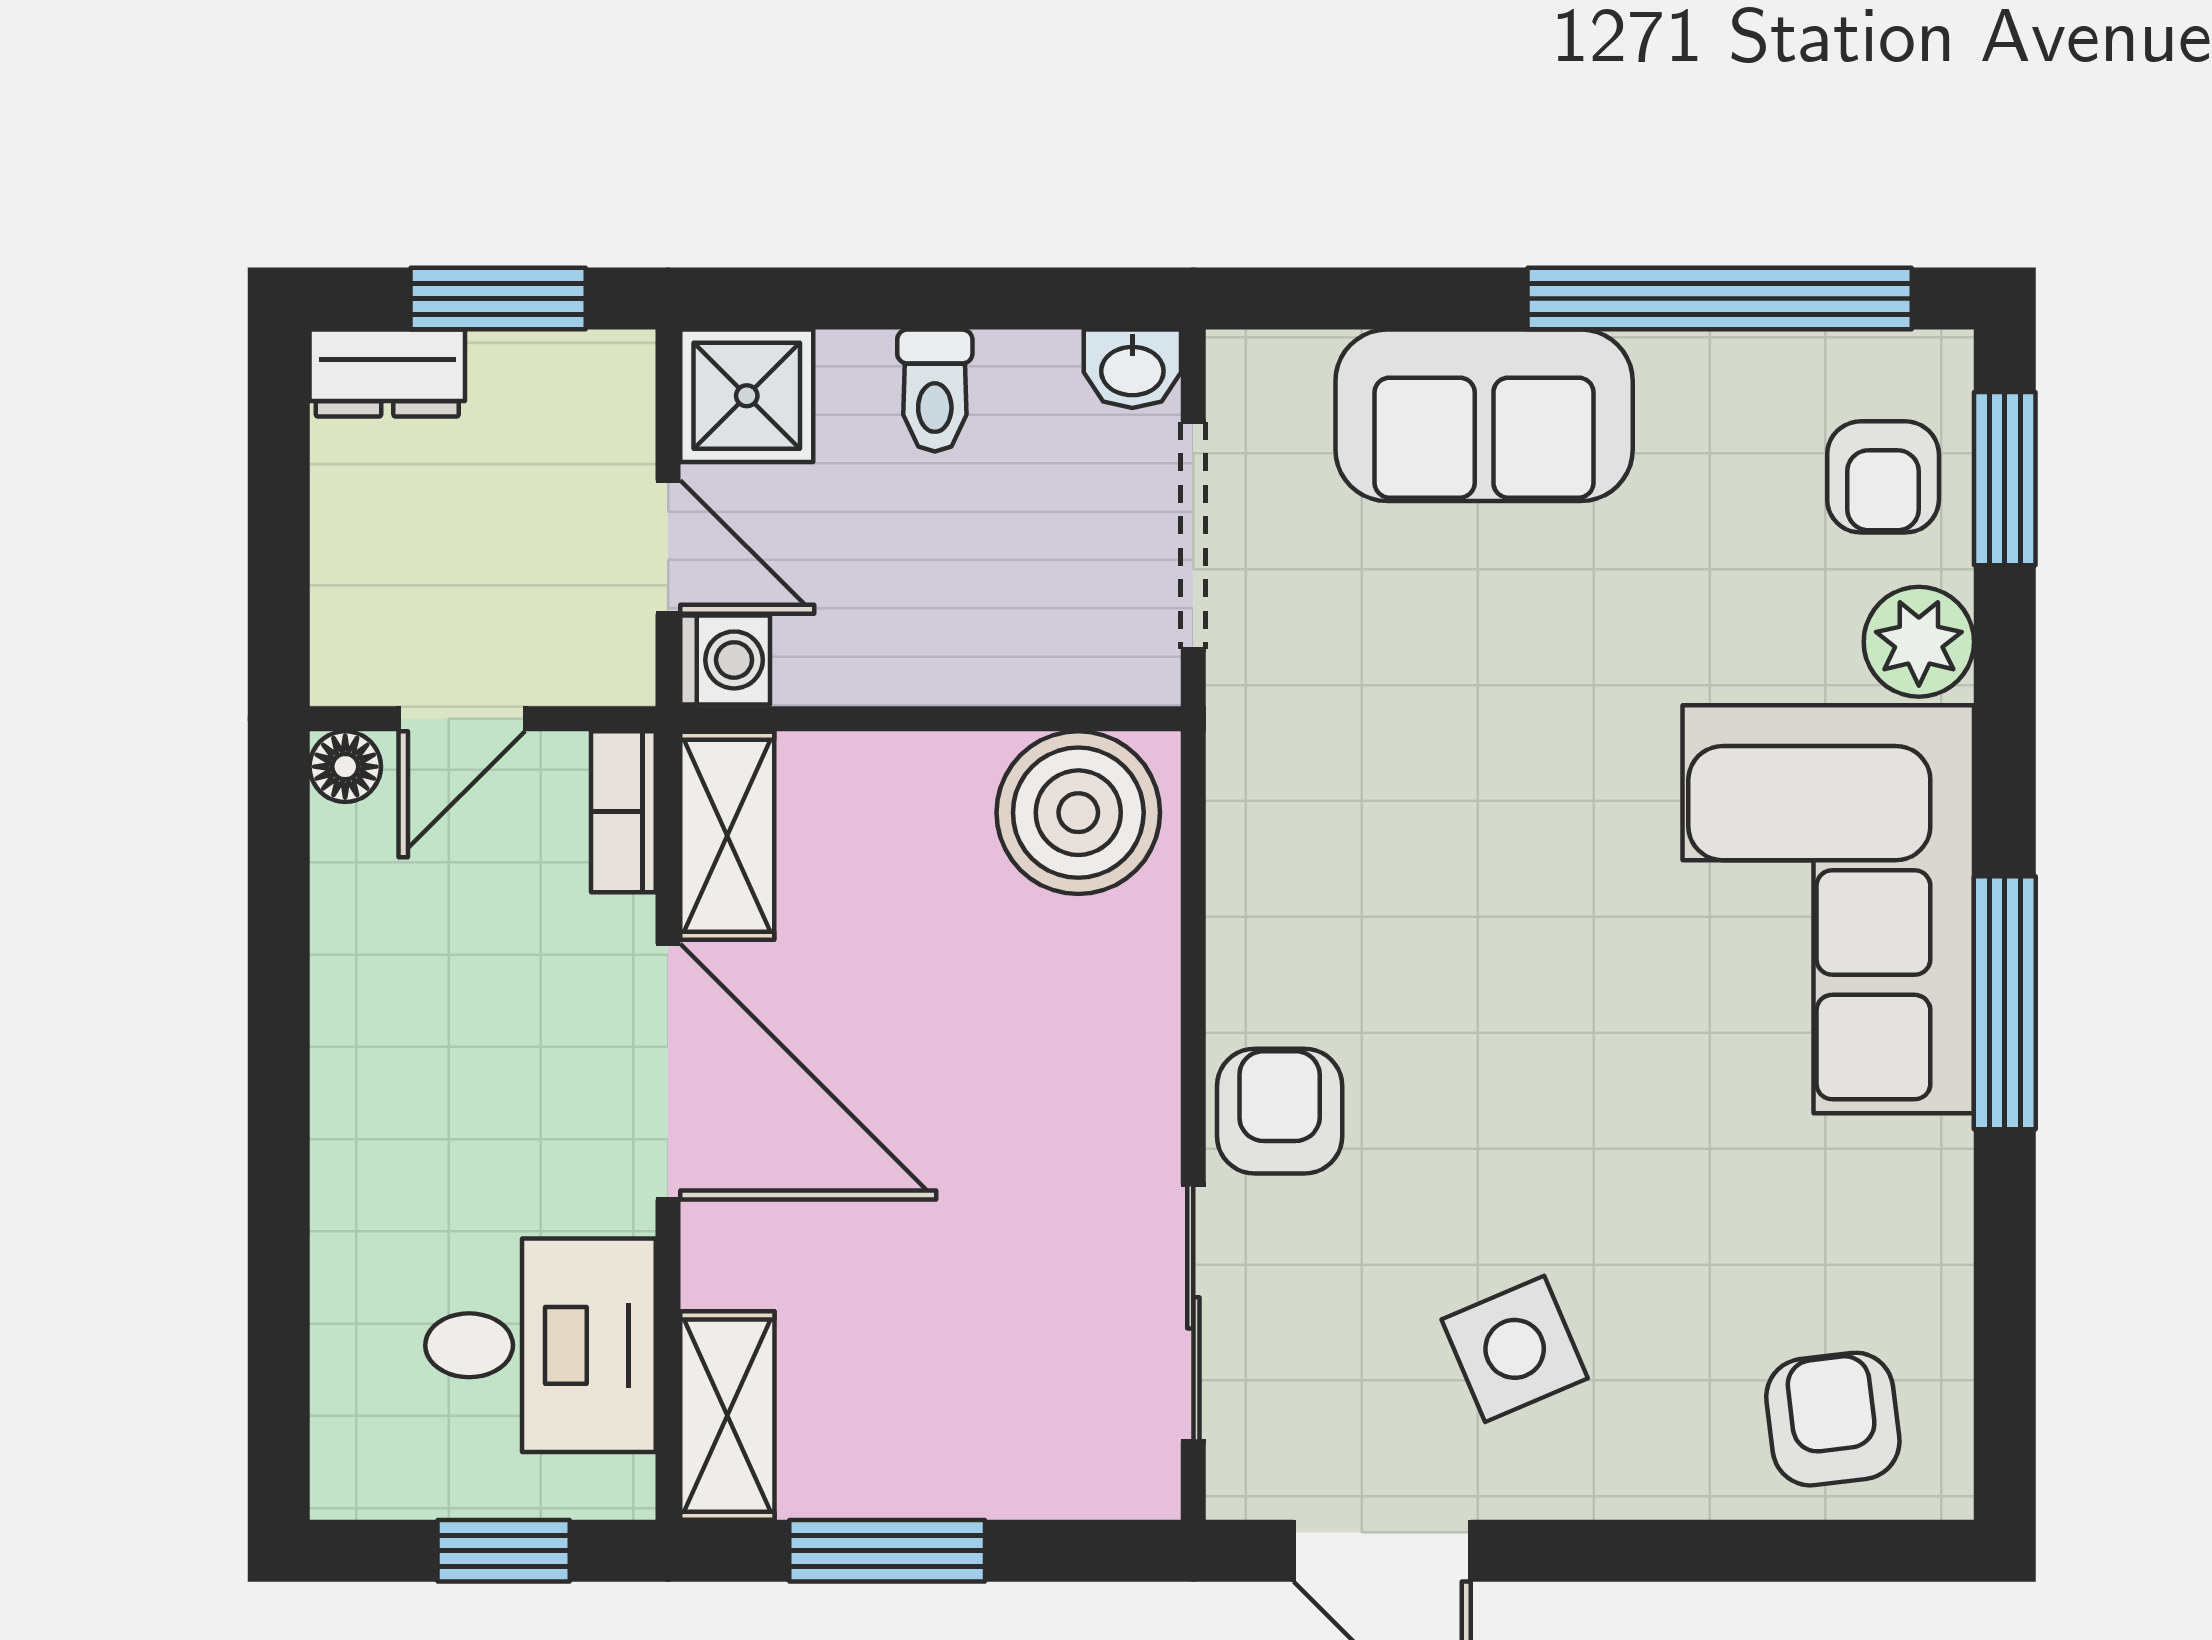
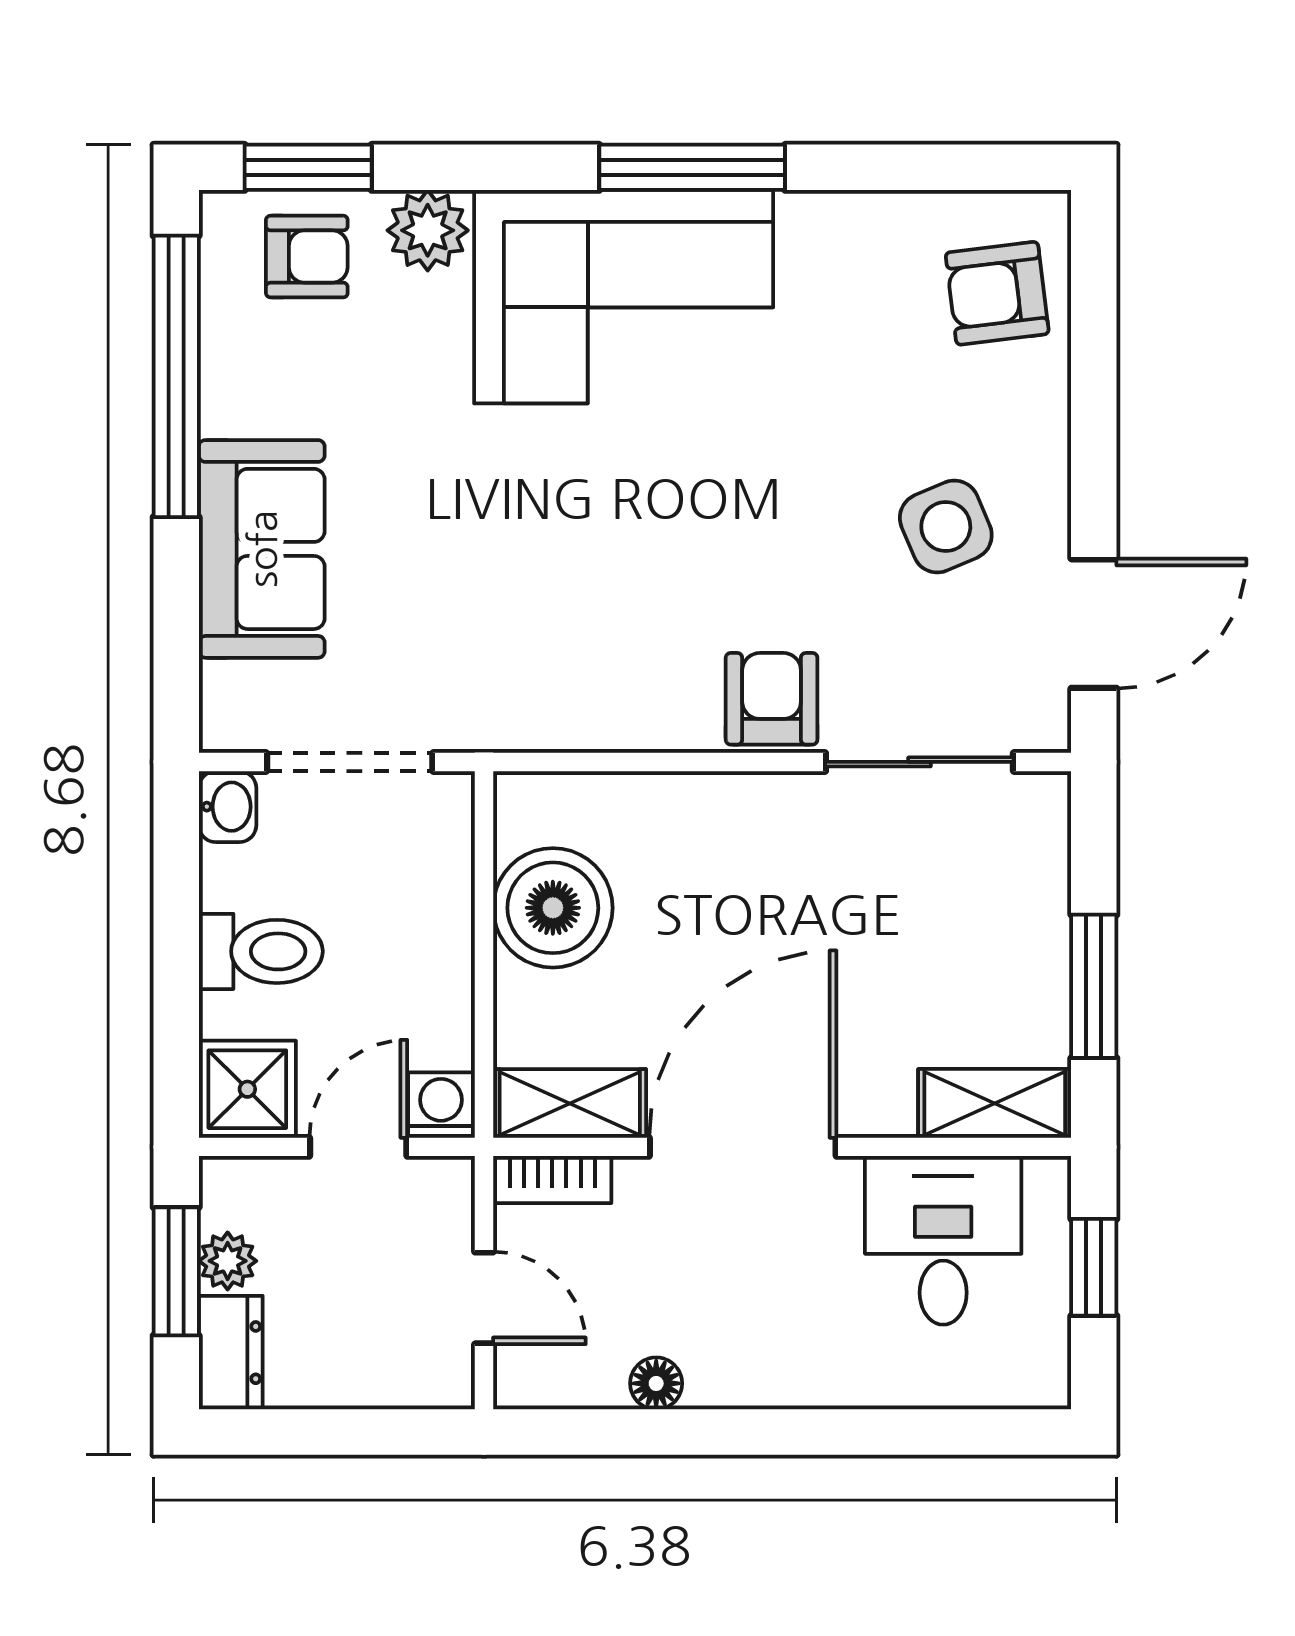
plant: (512, 369) -> (228, 1261), added
toilet: (935, 390) -> (261, 951), width x1.37, depth x1.39
floor lamp: (345, 767) -> (656, 1383), moved
boiler: (1078, 813) -> (553, 908), moved
armchair: (1280, 1111) -> (772, 699), turned 90

